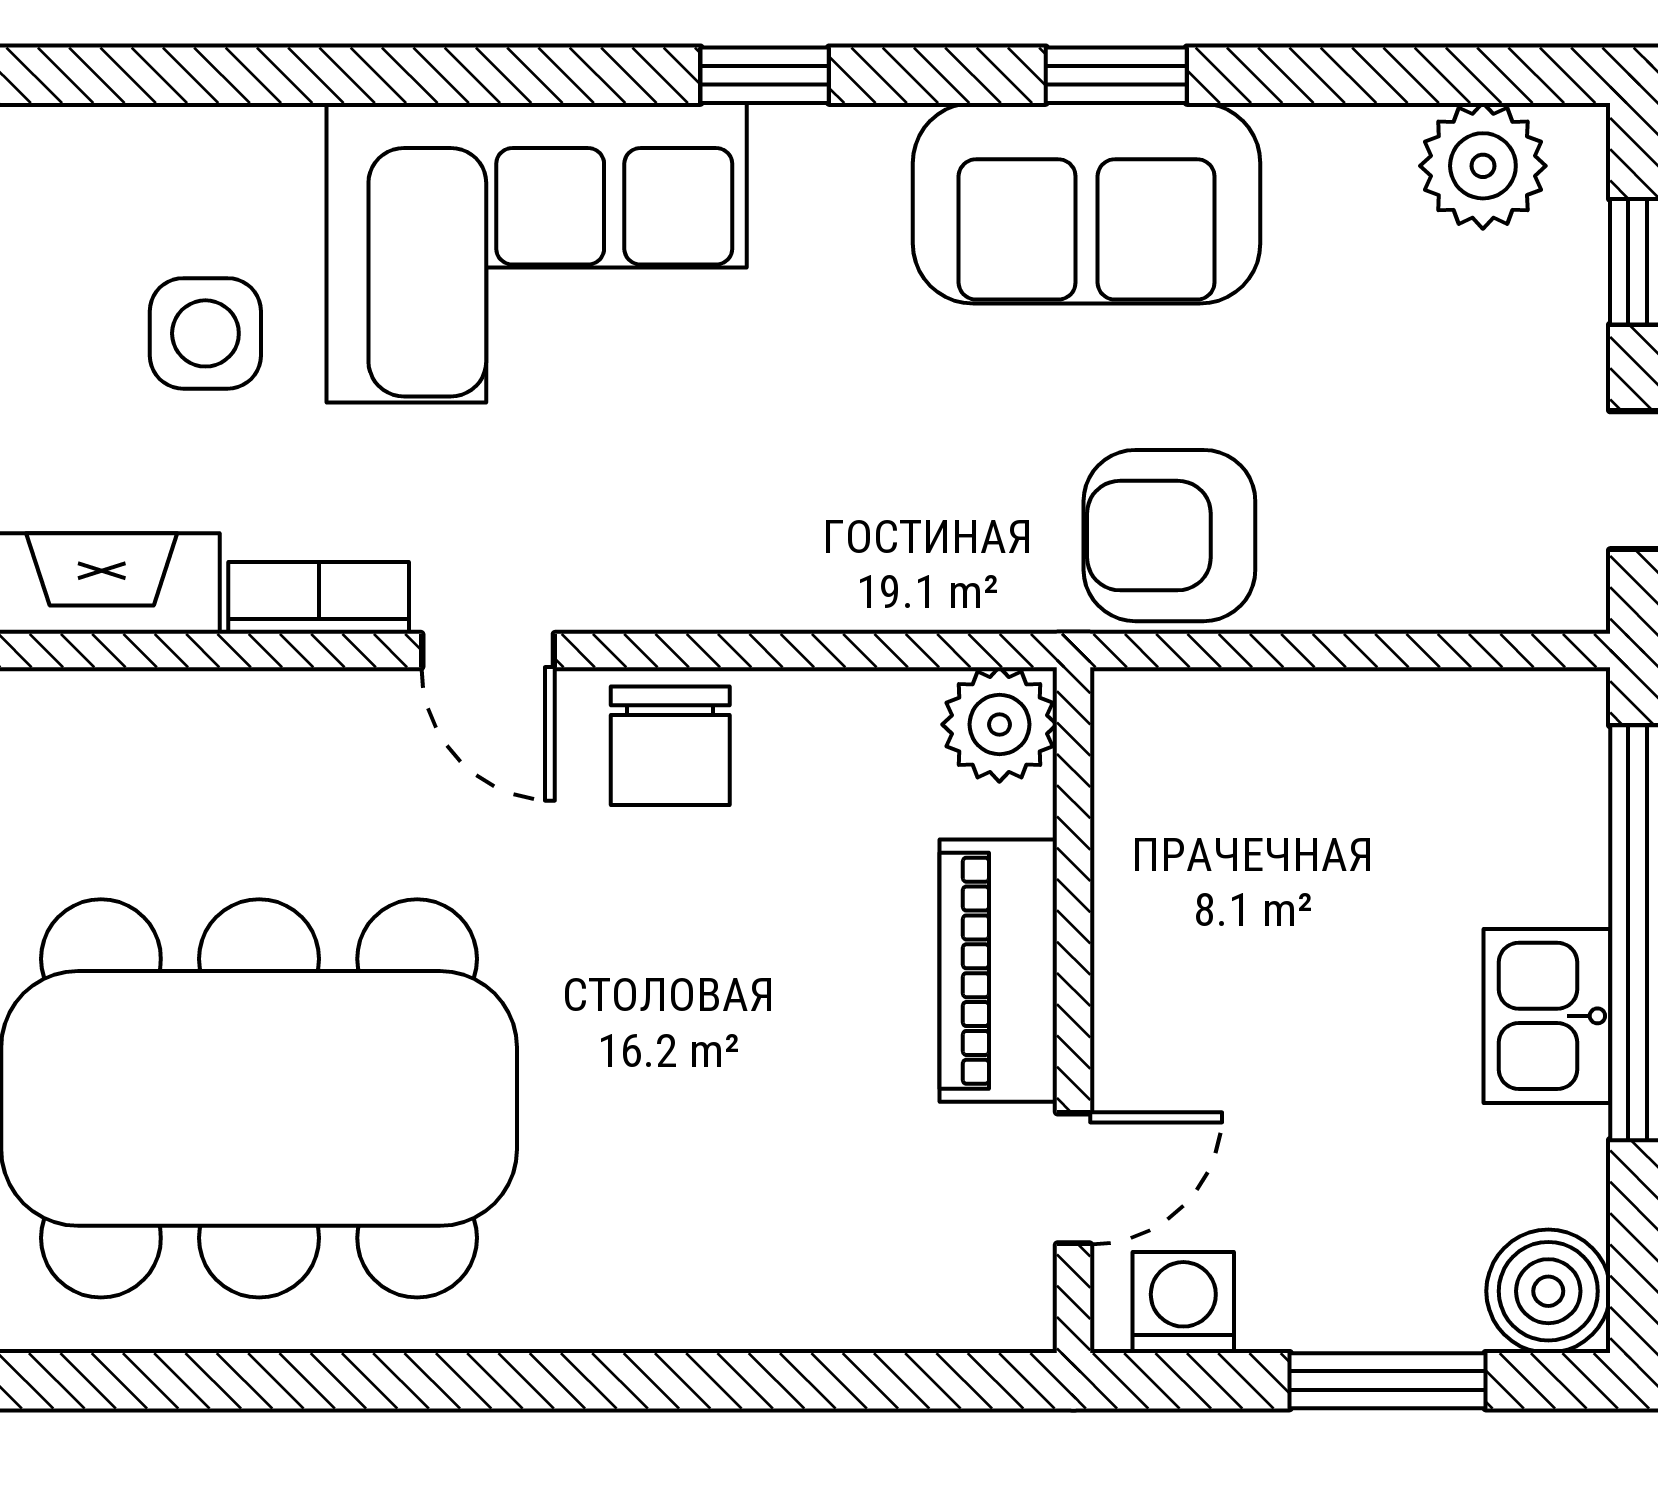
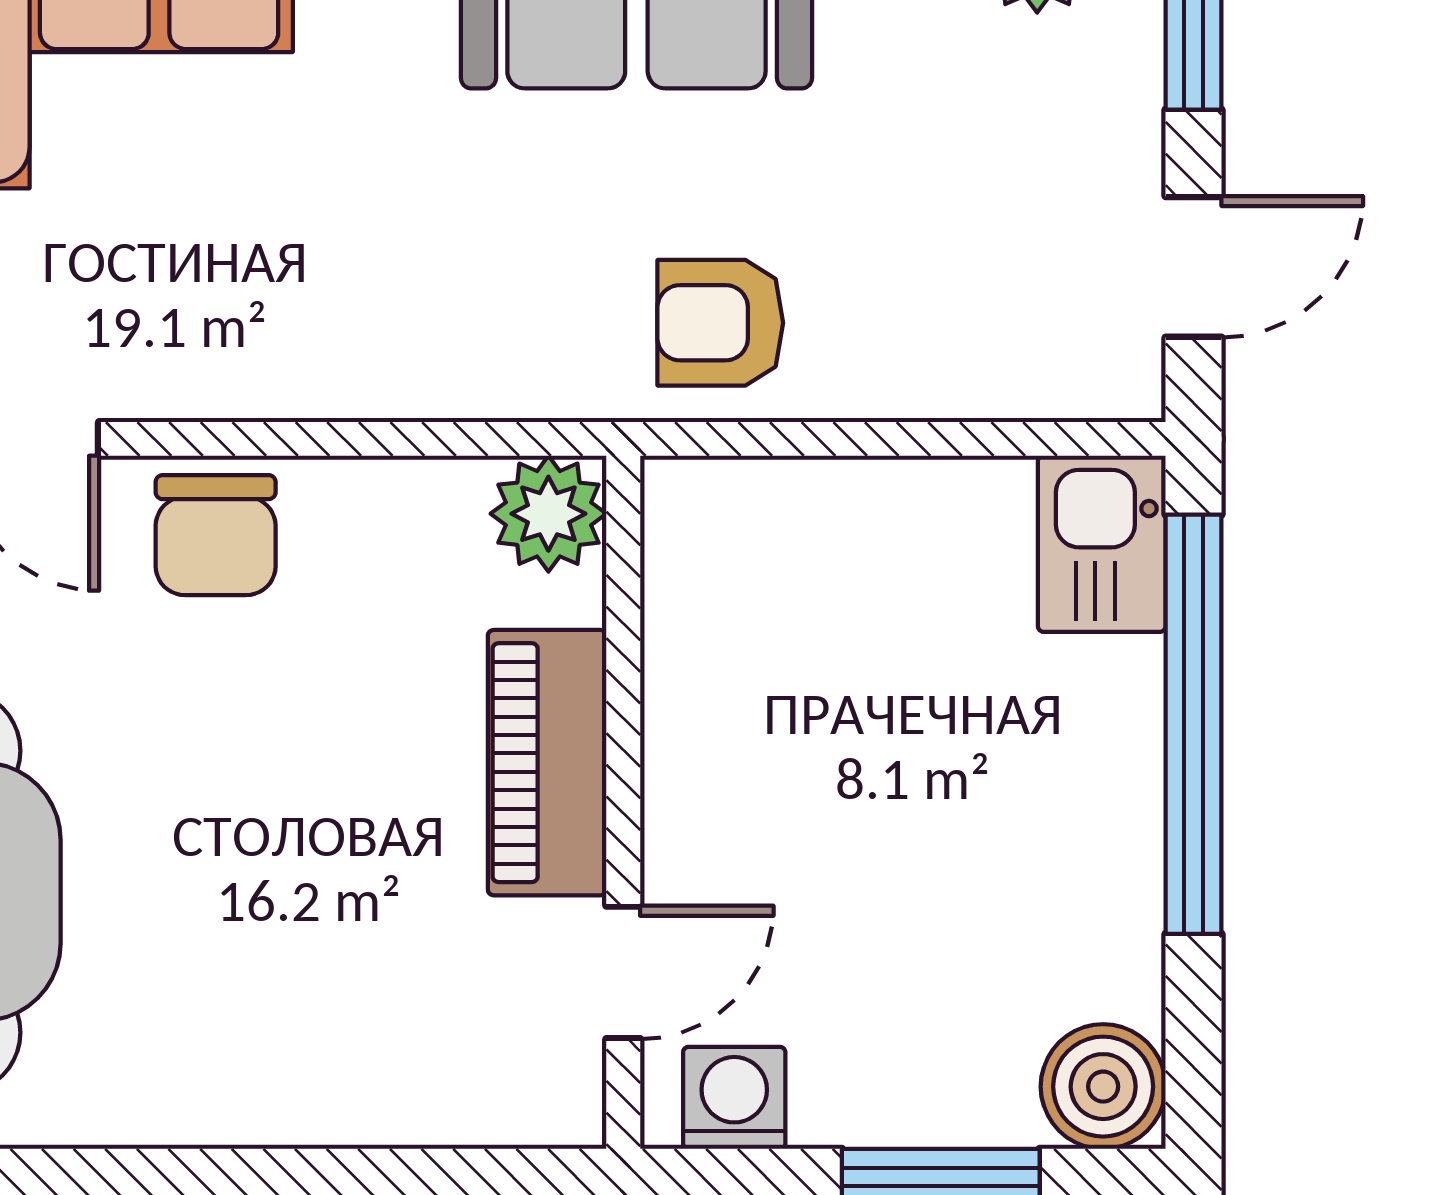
armchair: (1169, 536) -> (720, 323), width x0.72, depth x0.72
kitchen sink: (1547, 1016) -> (1102, 544), moved

